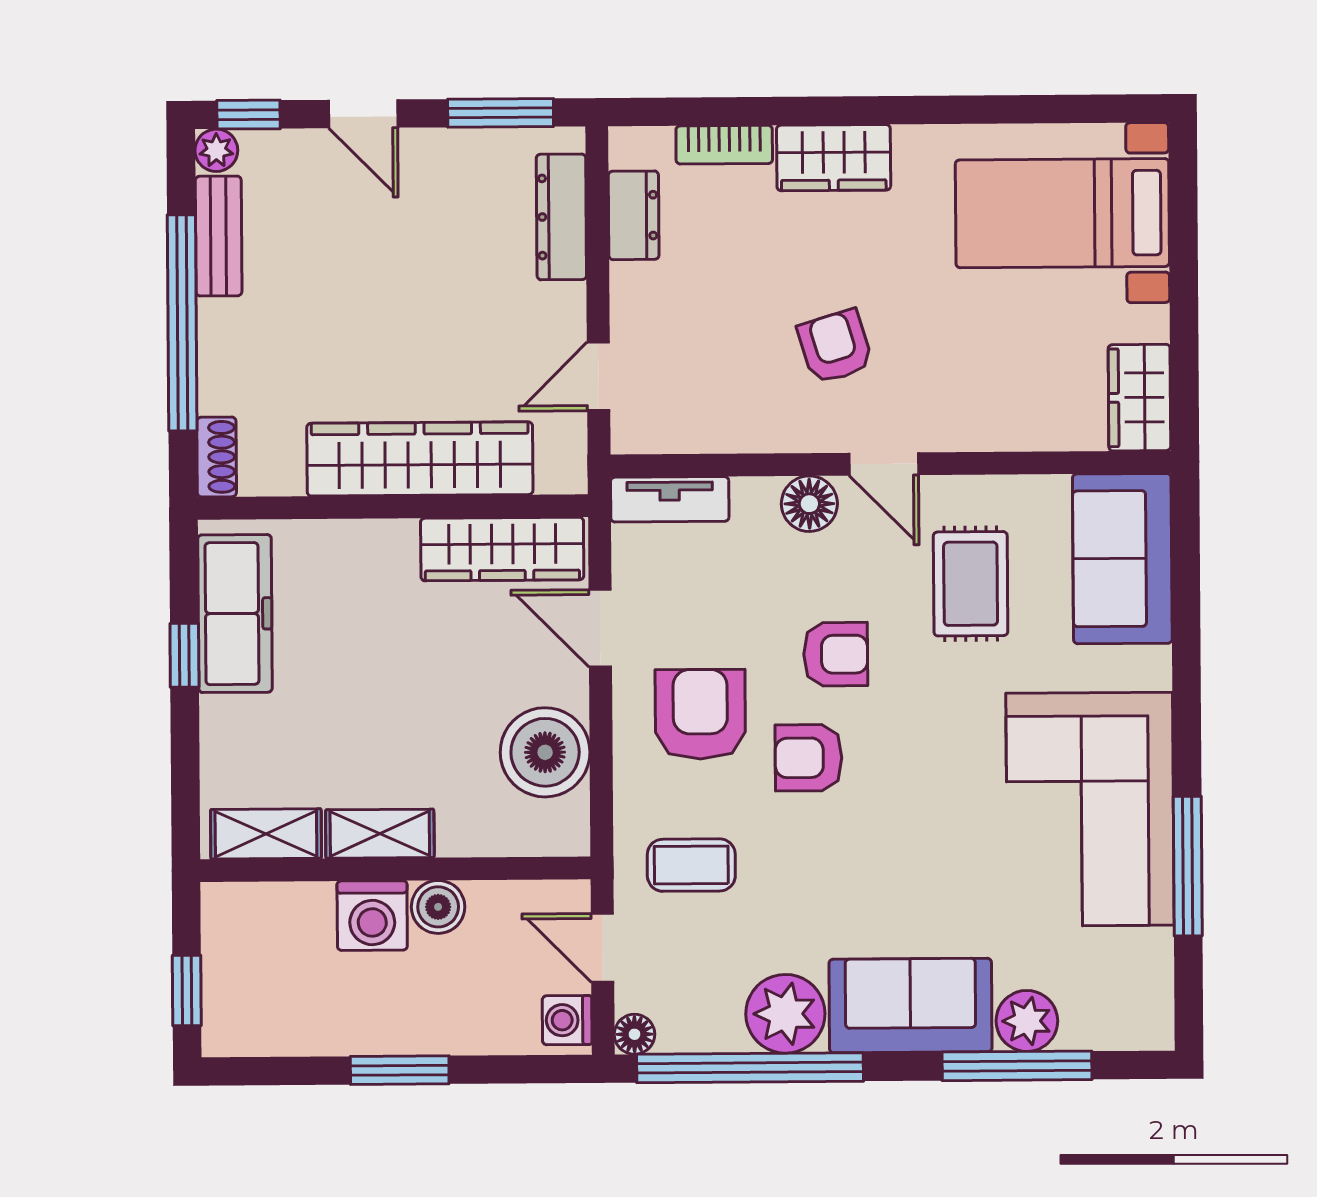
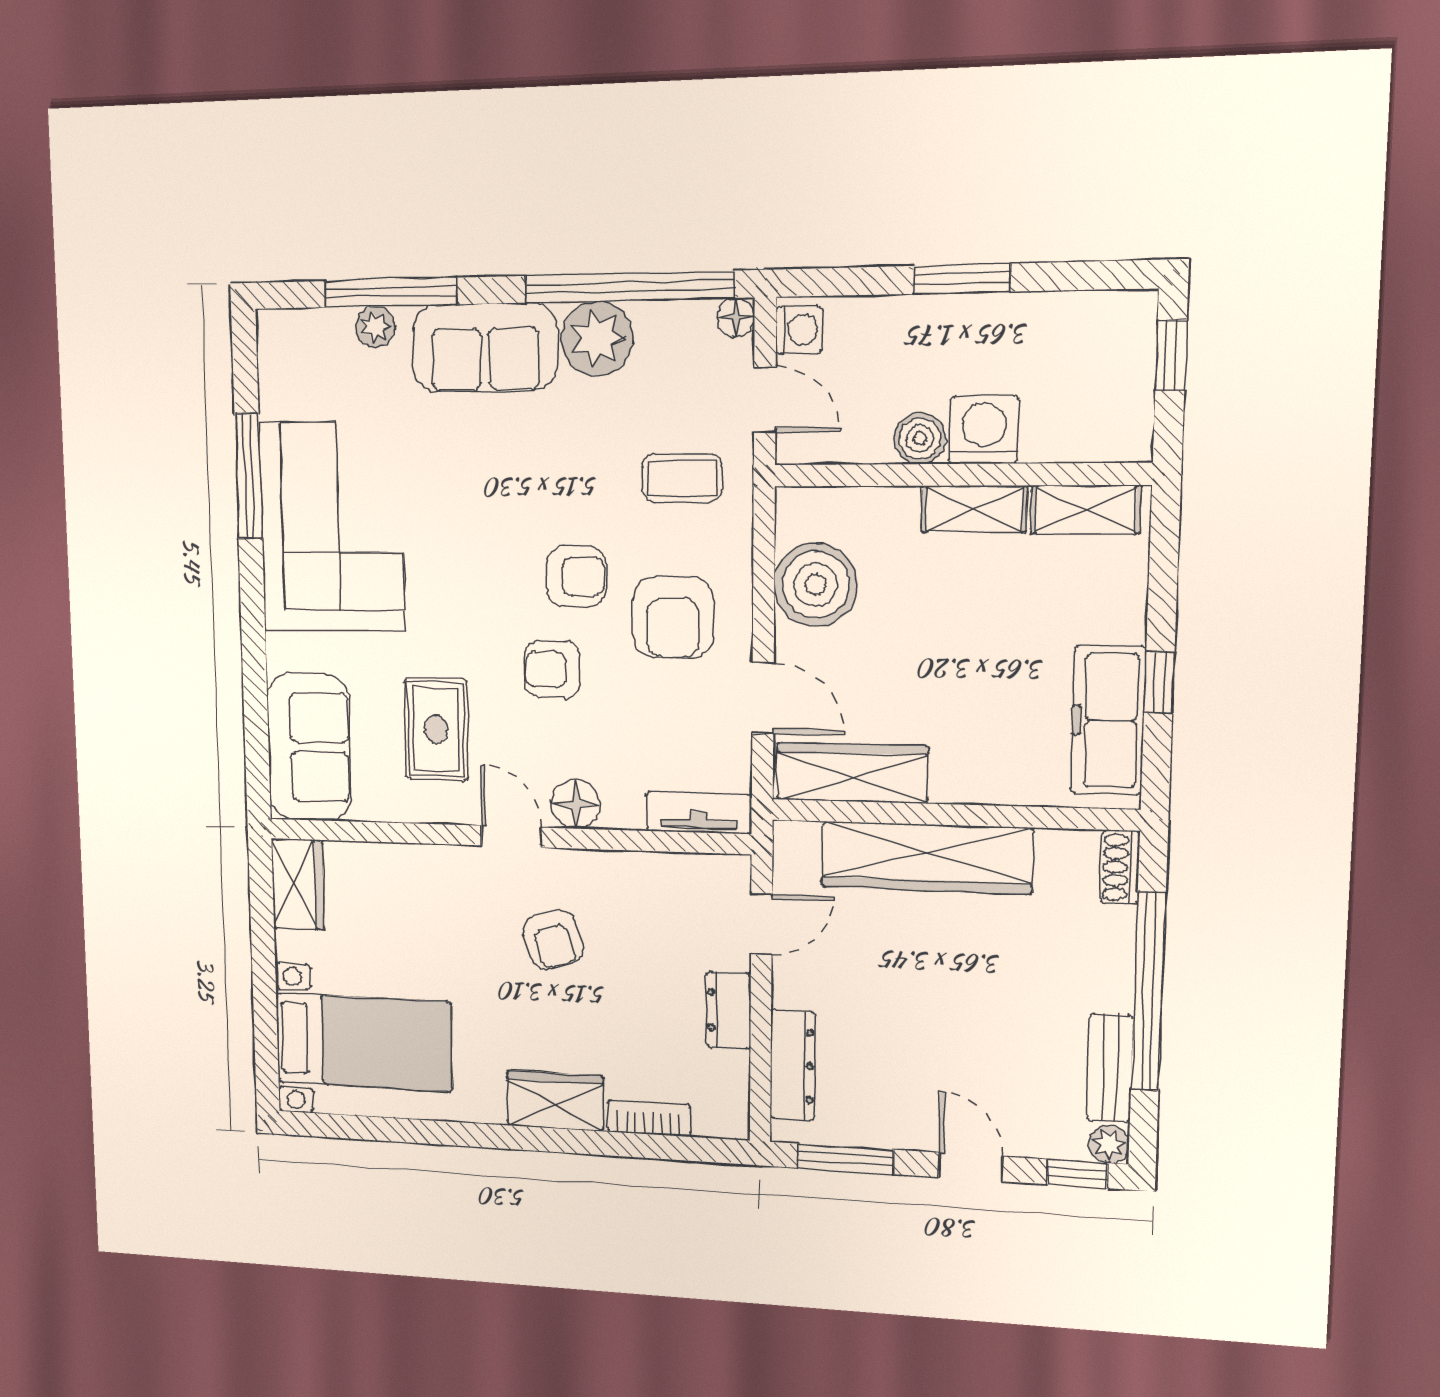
dresser: (634, 215) -> (729, 1011), moved
plant: (1027, 1021) -> (375, 327), width x0.73, depth x0.73

